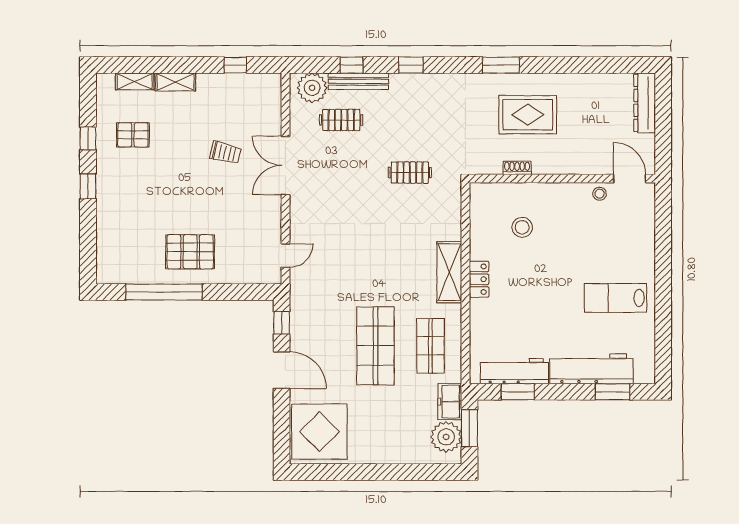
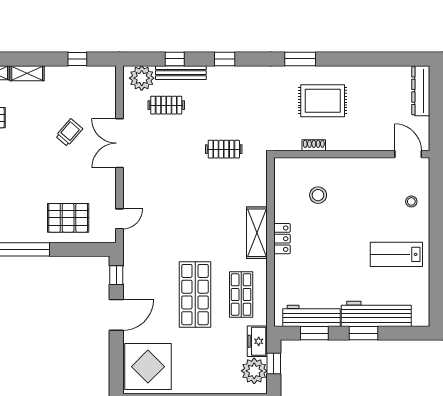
trolley: (225, 153) -> (69, 132), turned -62
stool: (600, 194) -> (411, 201), moved
pallet: (190, 252) -> (68, 218), moved
door: (282, 370) -> (116, 315), hinge flipped
window: (613, 392) -> (364, 333), moved
window: (469, 428) -> (274, 364), width x0.67

